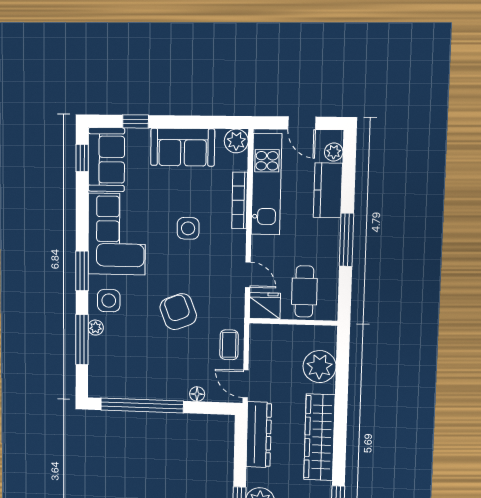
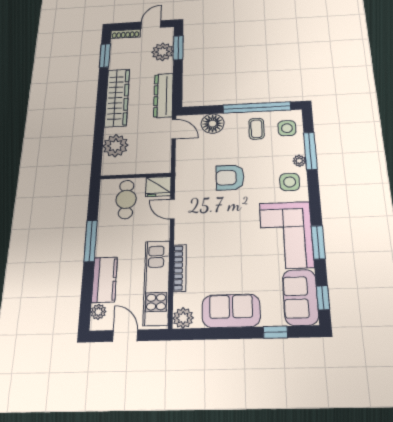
side table: (188, 228) -> (287, 128), moved
window: (82, 271) -> (318, 242), moved
armchair: (178, 312) -> (230, 177), turned 111
coffee table: (229, 345) -> (256, 129), moved
floor lamp: (197, 394) -> (213, 124), width x1.89, depth x1.89

